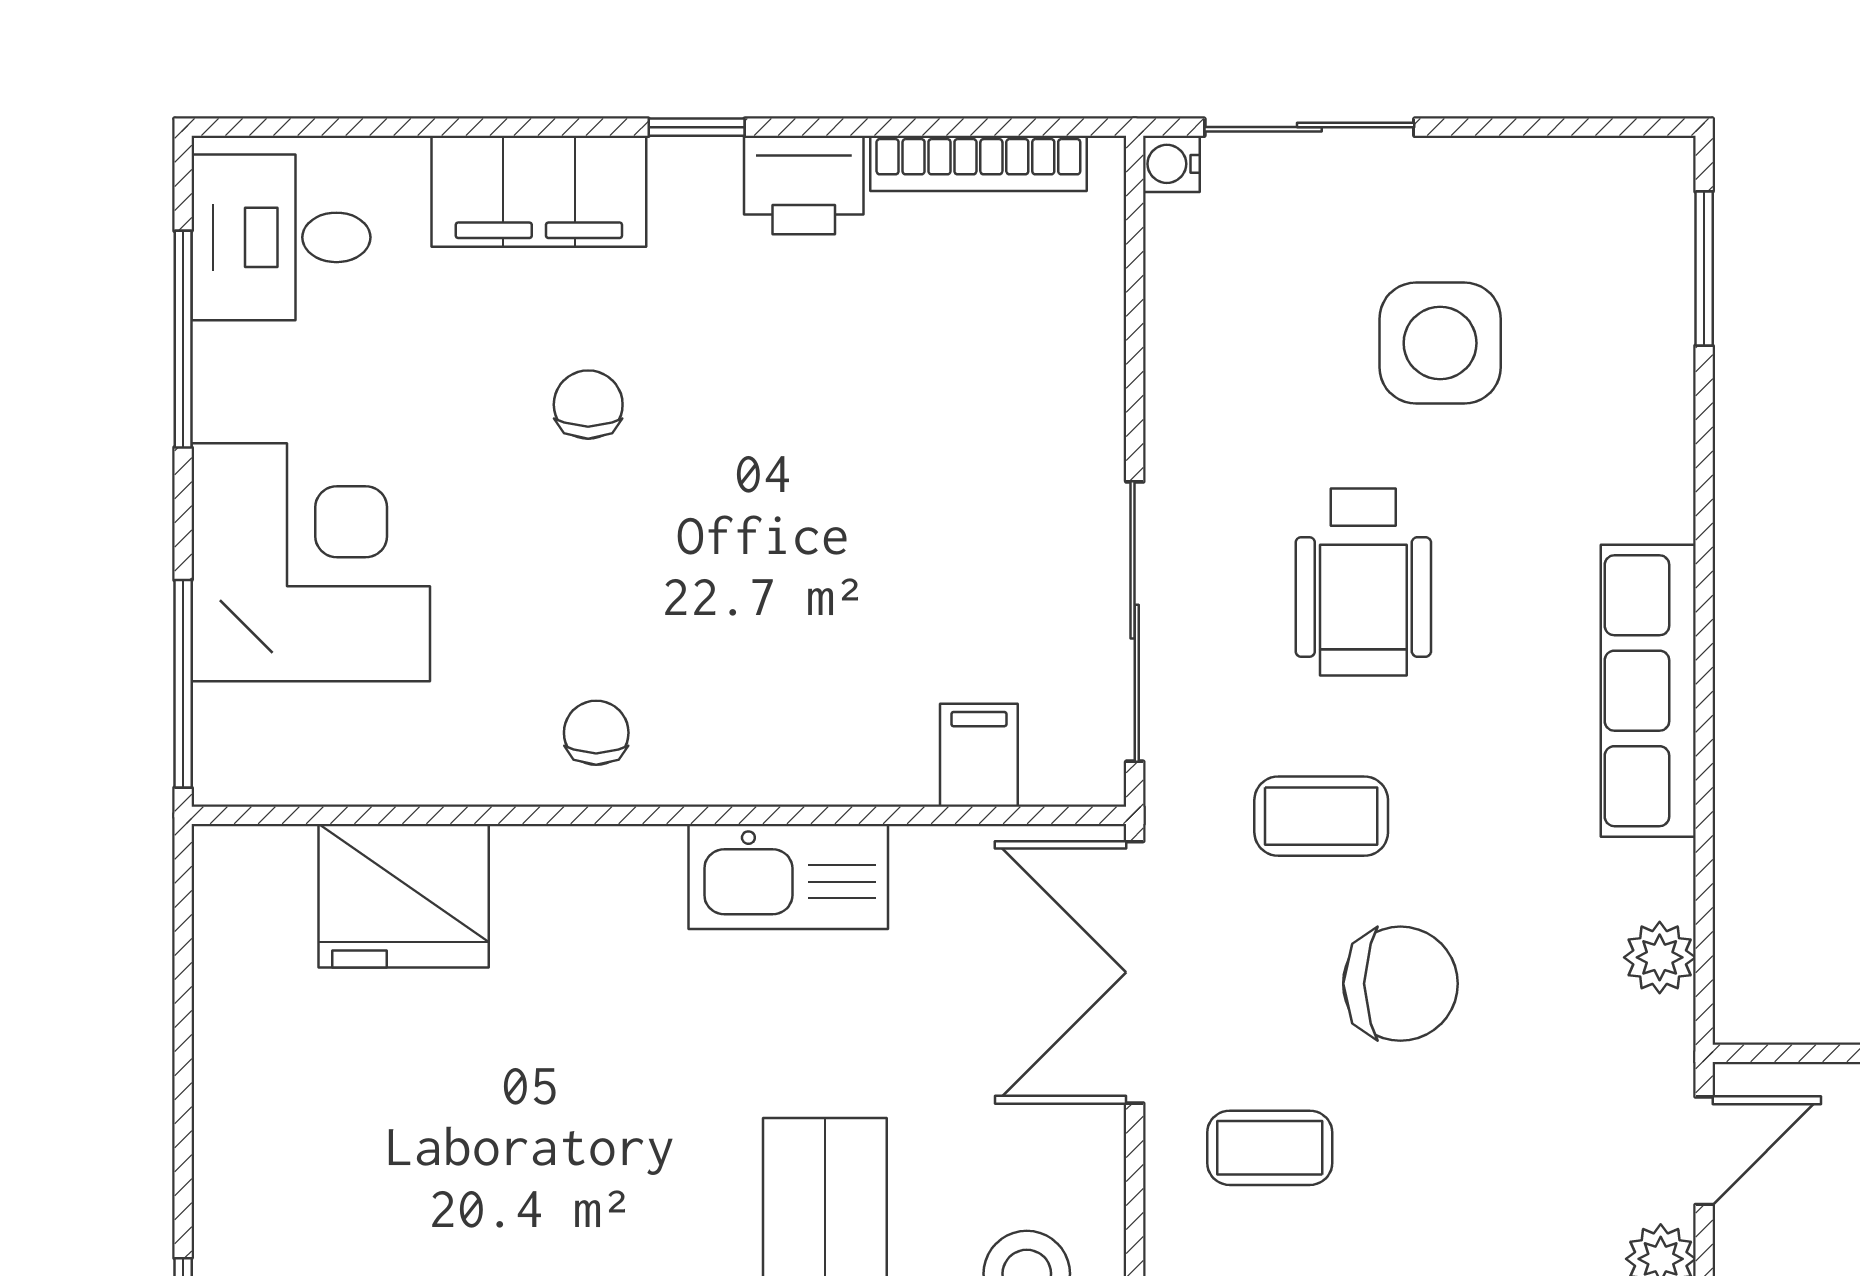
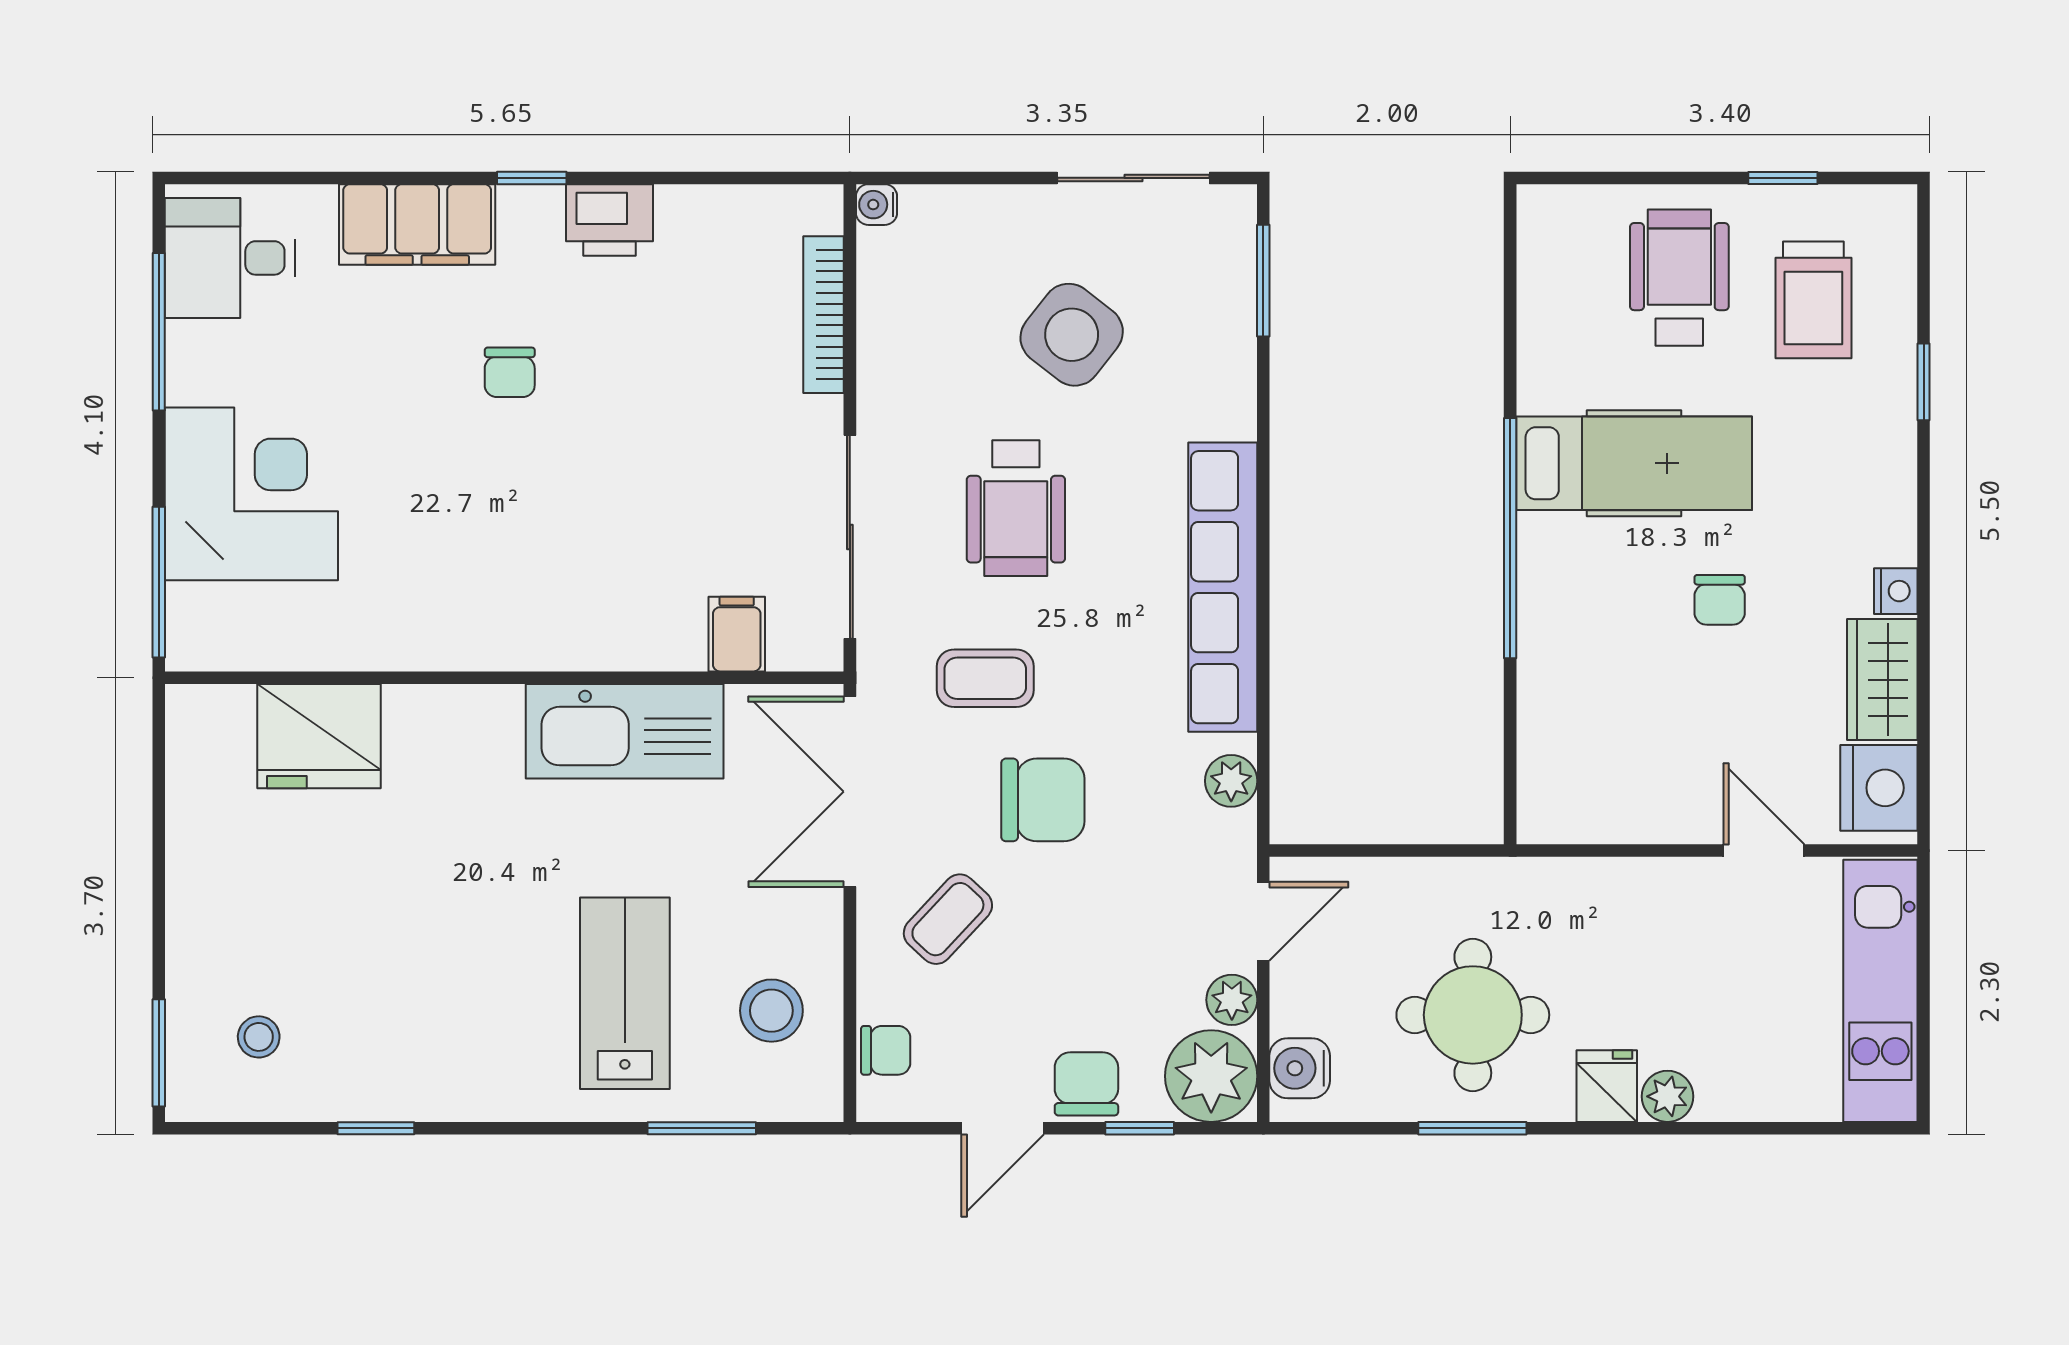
sliding door: (1309, 127) -> (1133, 178), moved
bookcase: (978, 163) -> (824, 315), moved, turned 90
side table: (1440, 343) -> (1072, 335), turned 38
chair: (588, 405) -> (510, 372), moved, turned 180
row of seats: (1648, 691) -> (1223, 587), width x1.36
chair: (596, 733) -> (459, 618), removed
kitchen sink: (788, 876) -> (625, 731), width x1.36, depth x1.24
coffee table: (1270, 1148) -> (948, 919), turned -47

